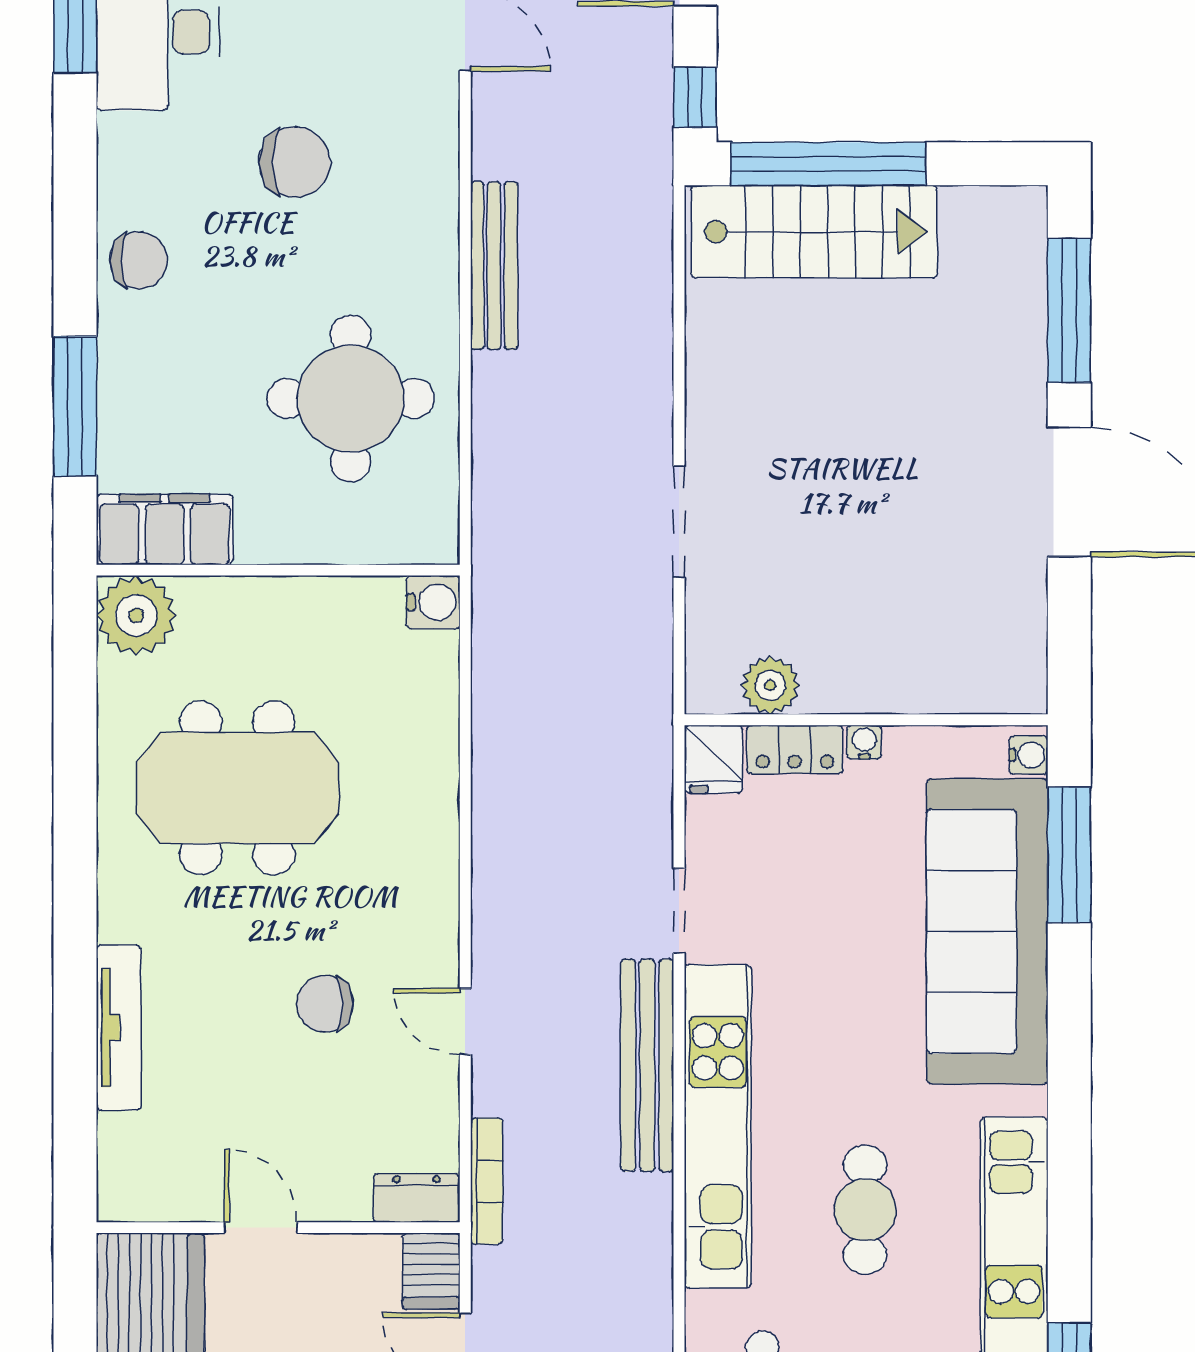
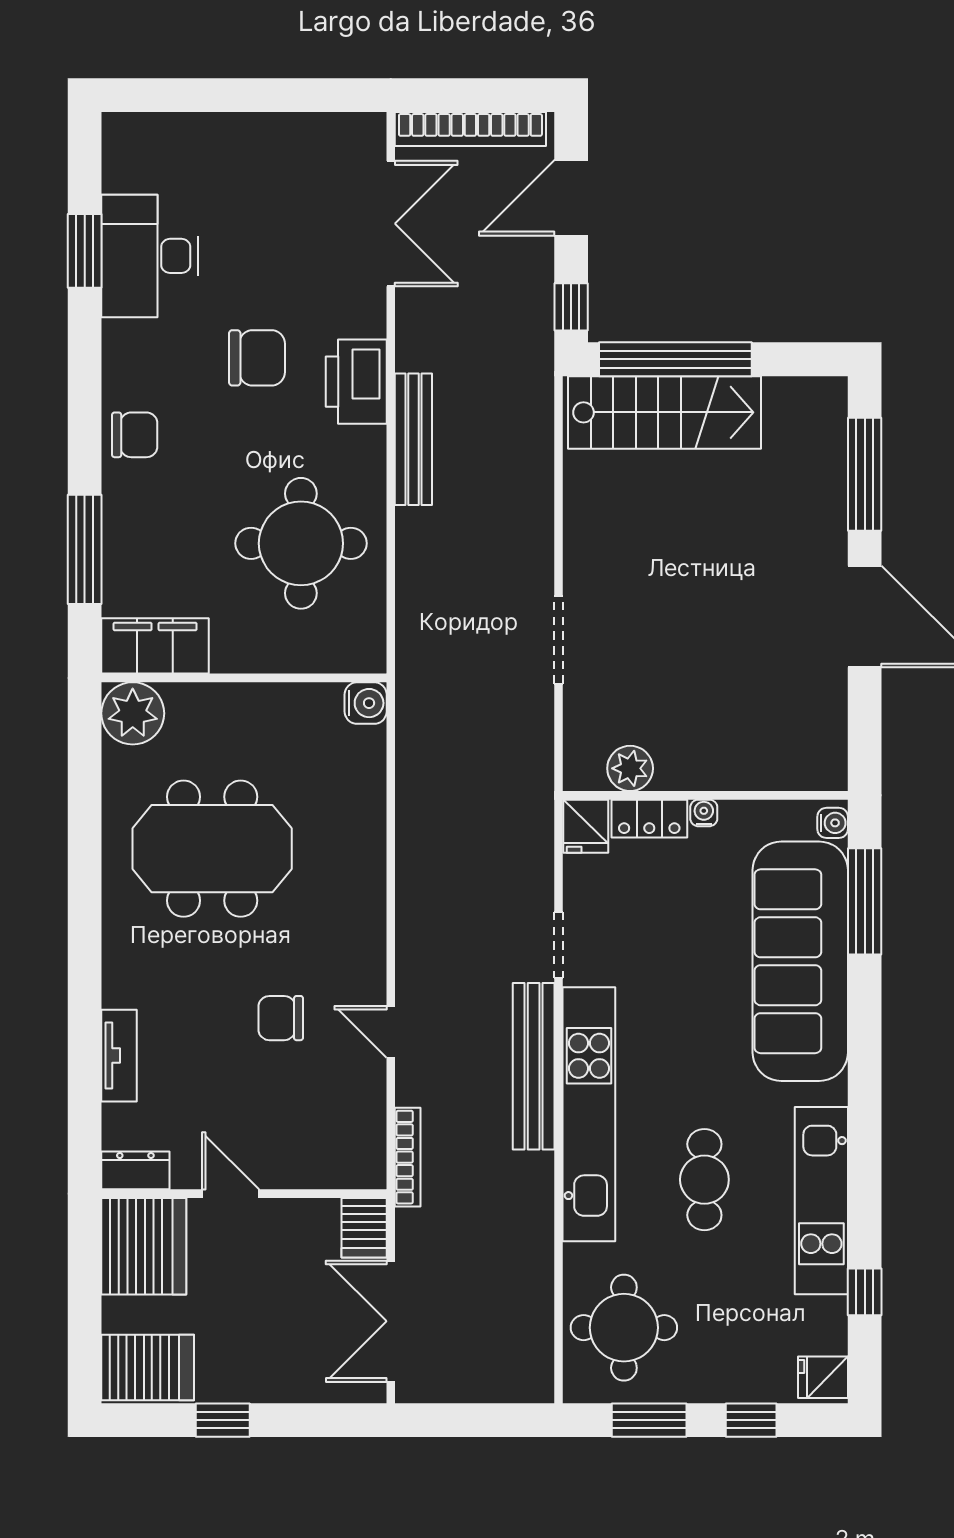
printer: (421, 192) -> (356, 382), added
tv unit: (119, 1028) -> (119, 1056), width x0.71
dresser: (417, 1198) -> (135, 1170), moved

